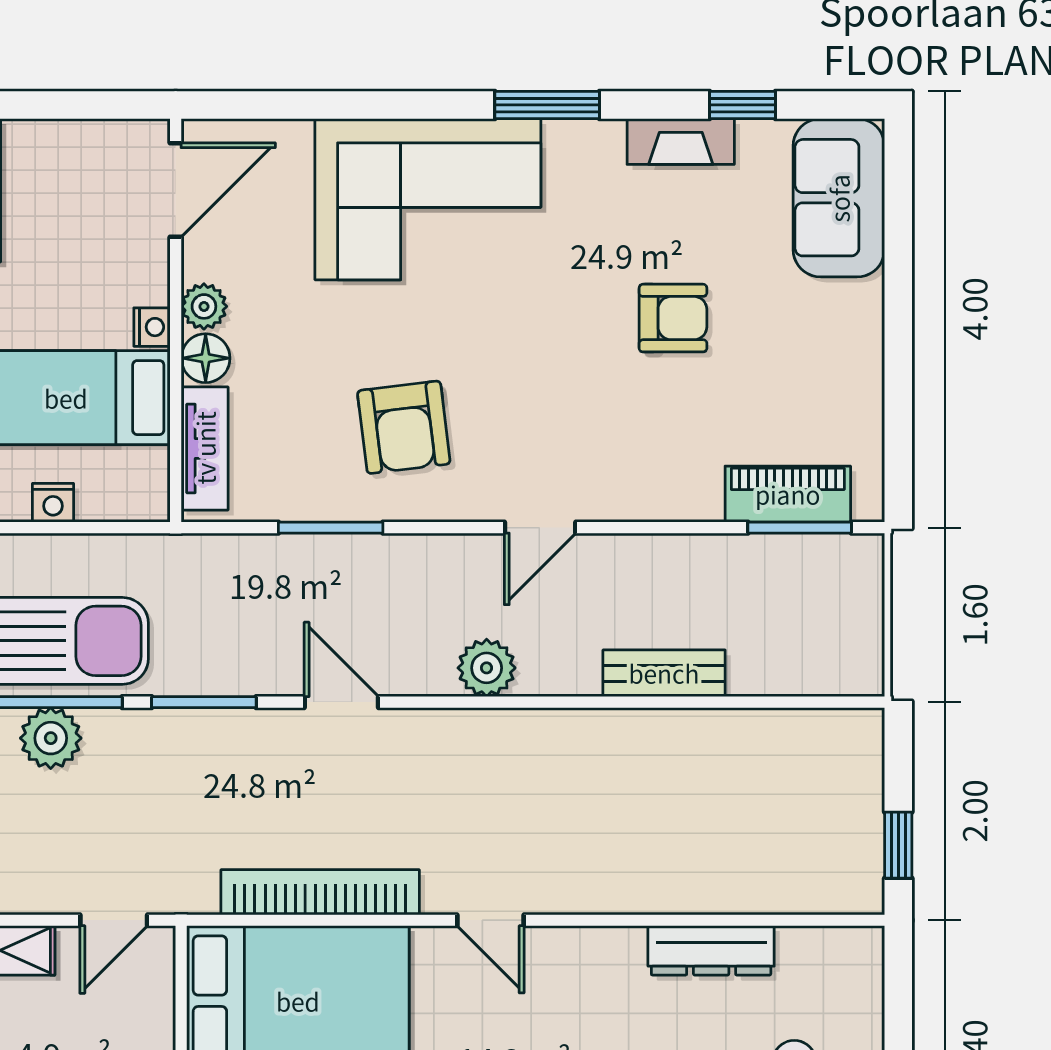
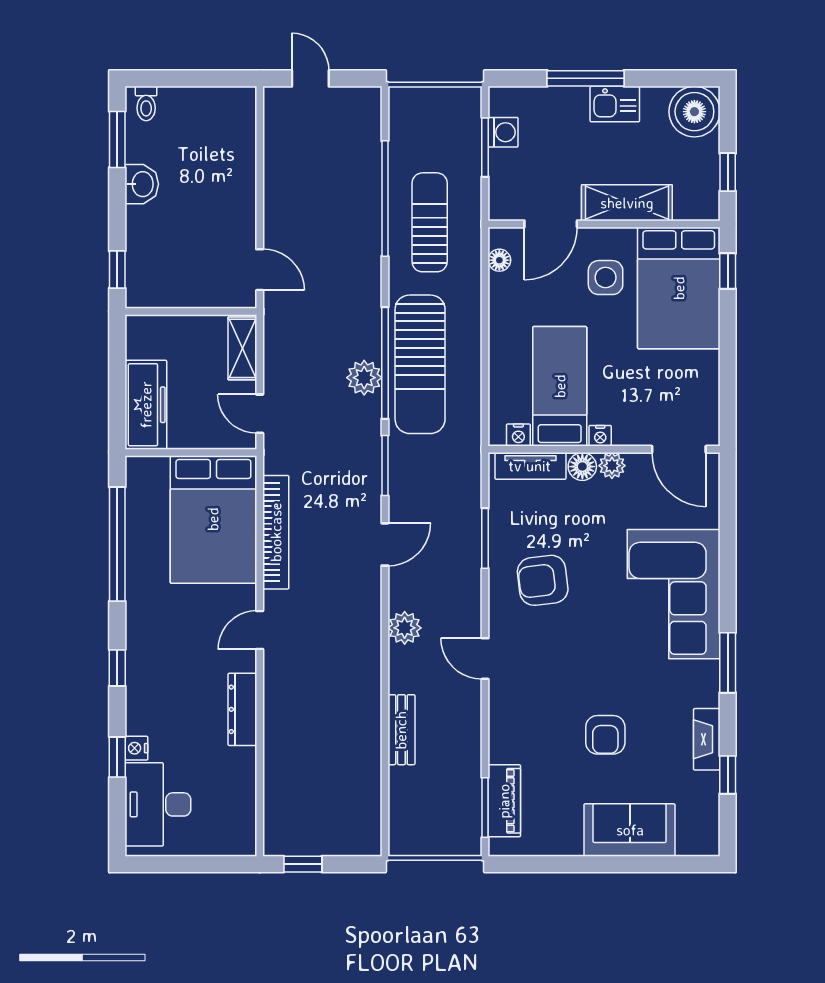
sofa: (839, 198) -> (630, 830), moved
nightstand: (53, 503) -> (518, 435), moved, turned -90
dresser: (711, 950) -> (242, 709), moved

